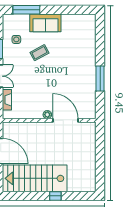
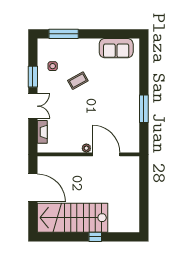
sofa: (45, 23) -> (116, 48), moved

